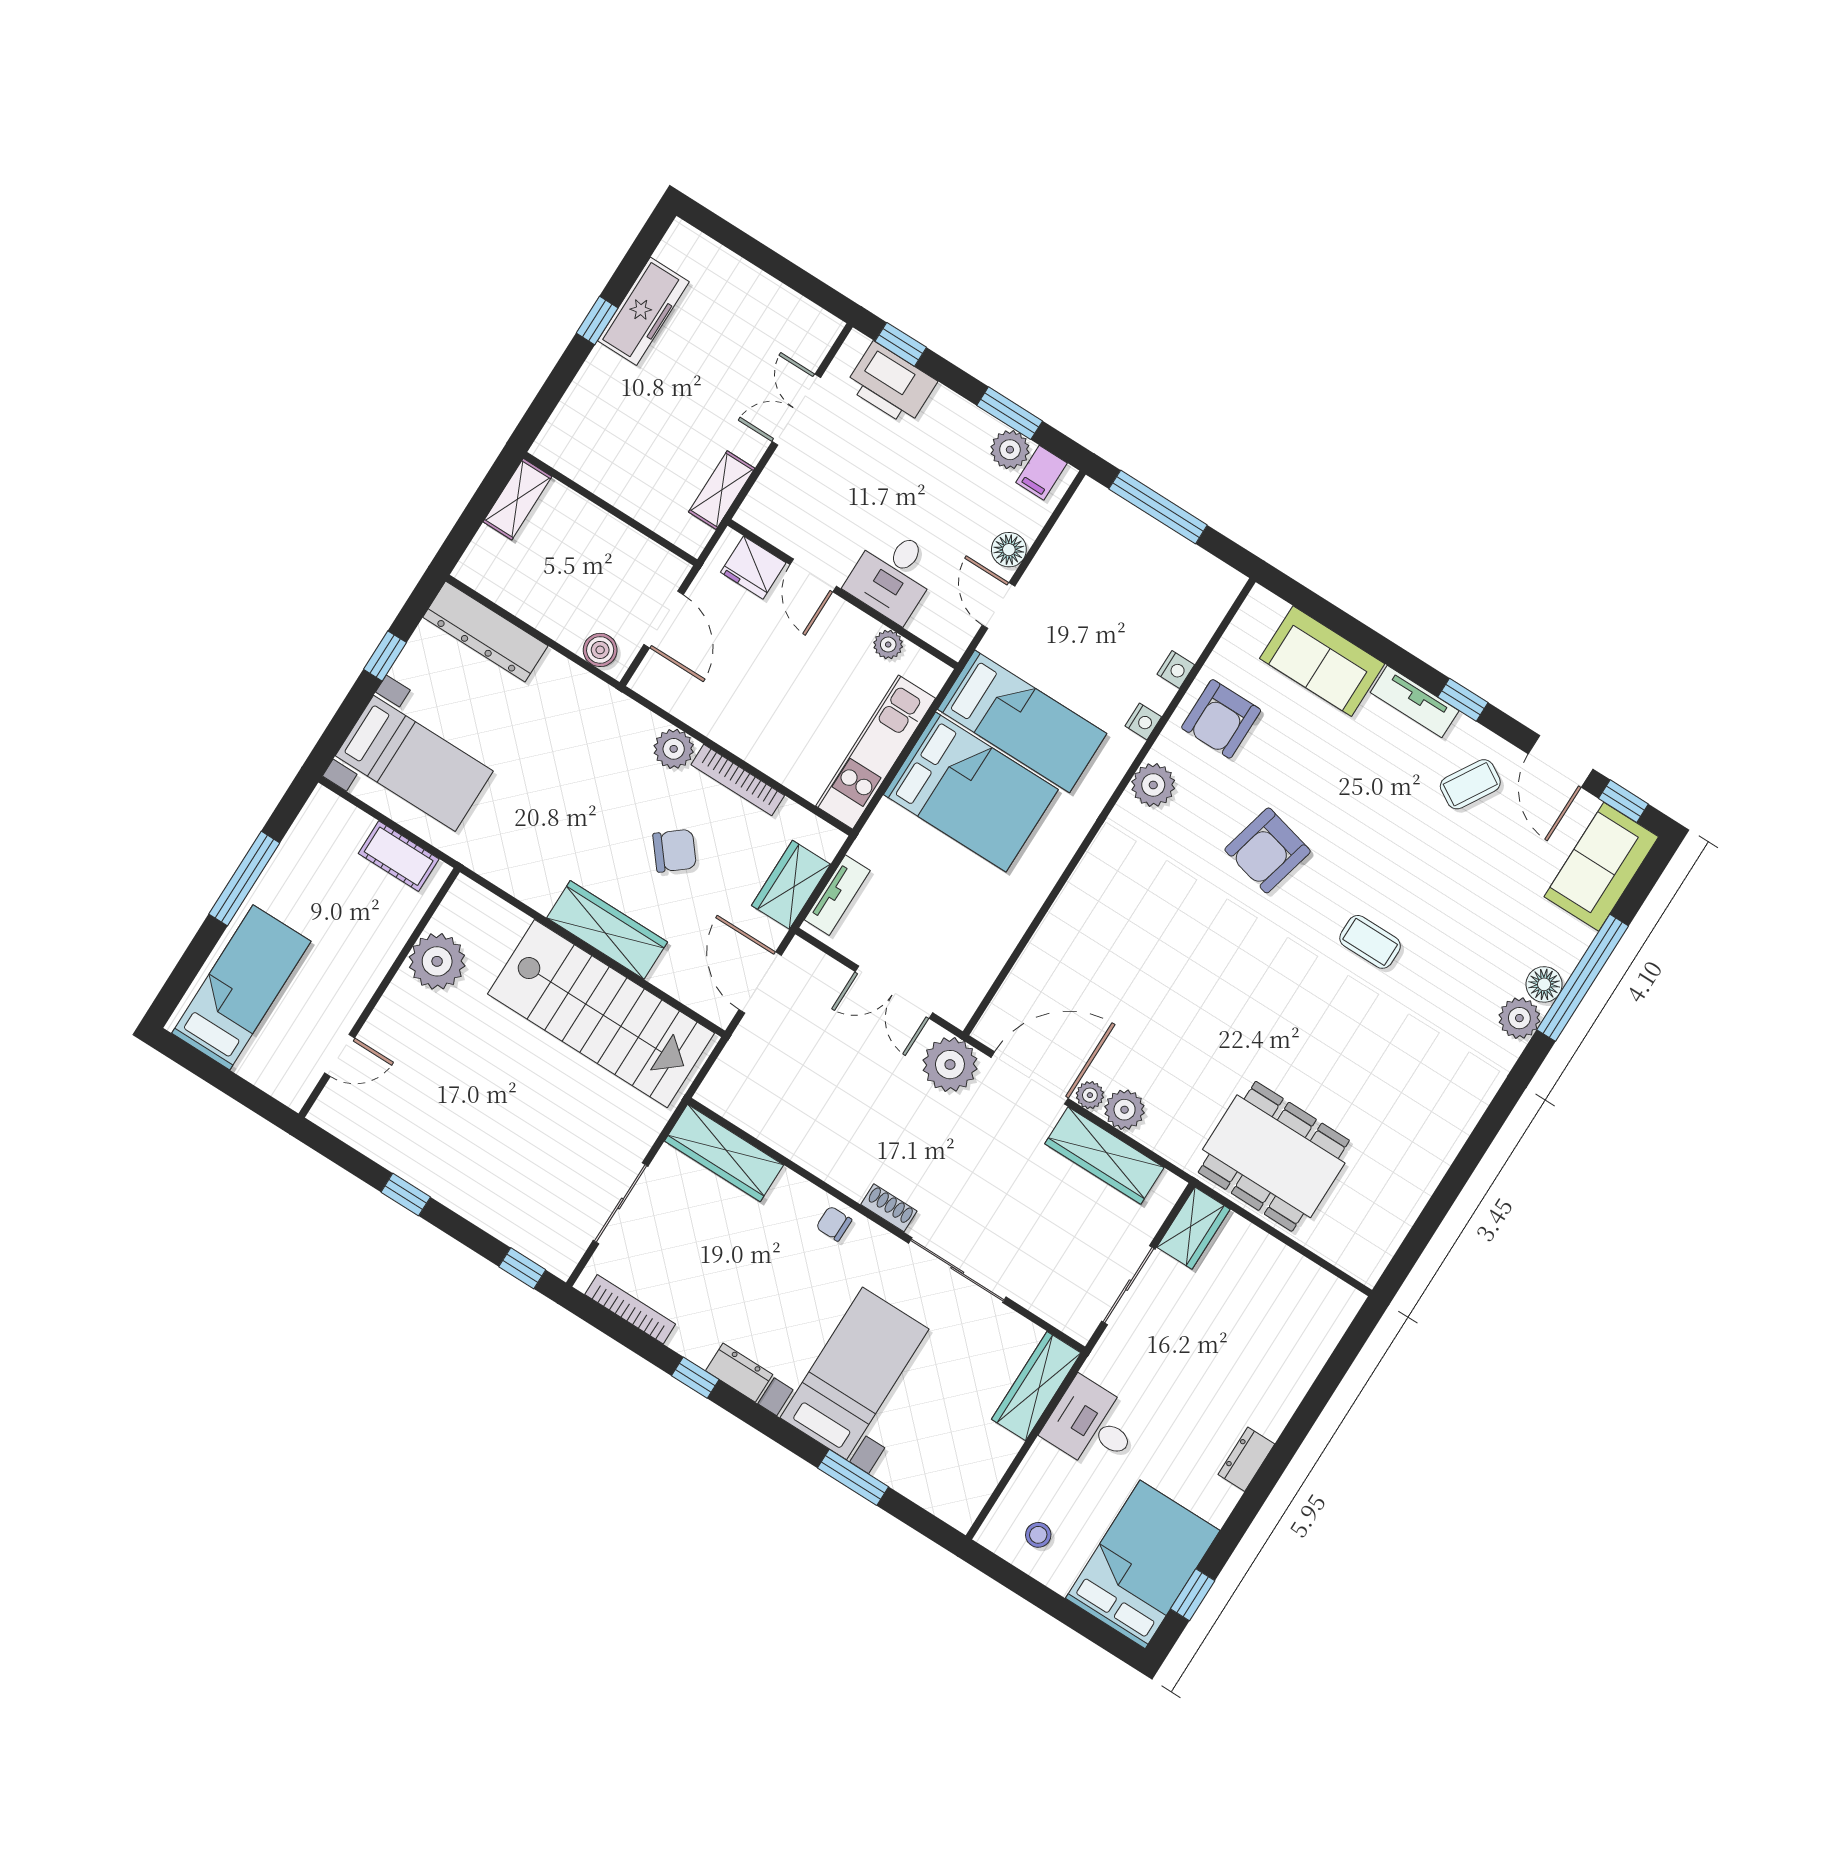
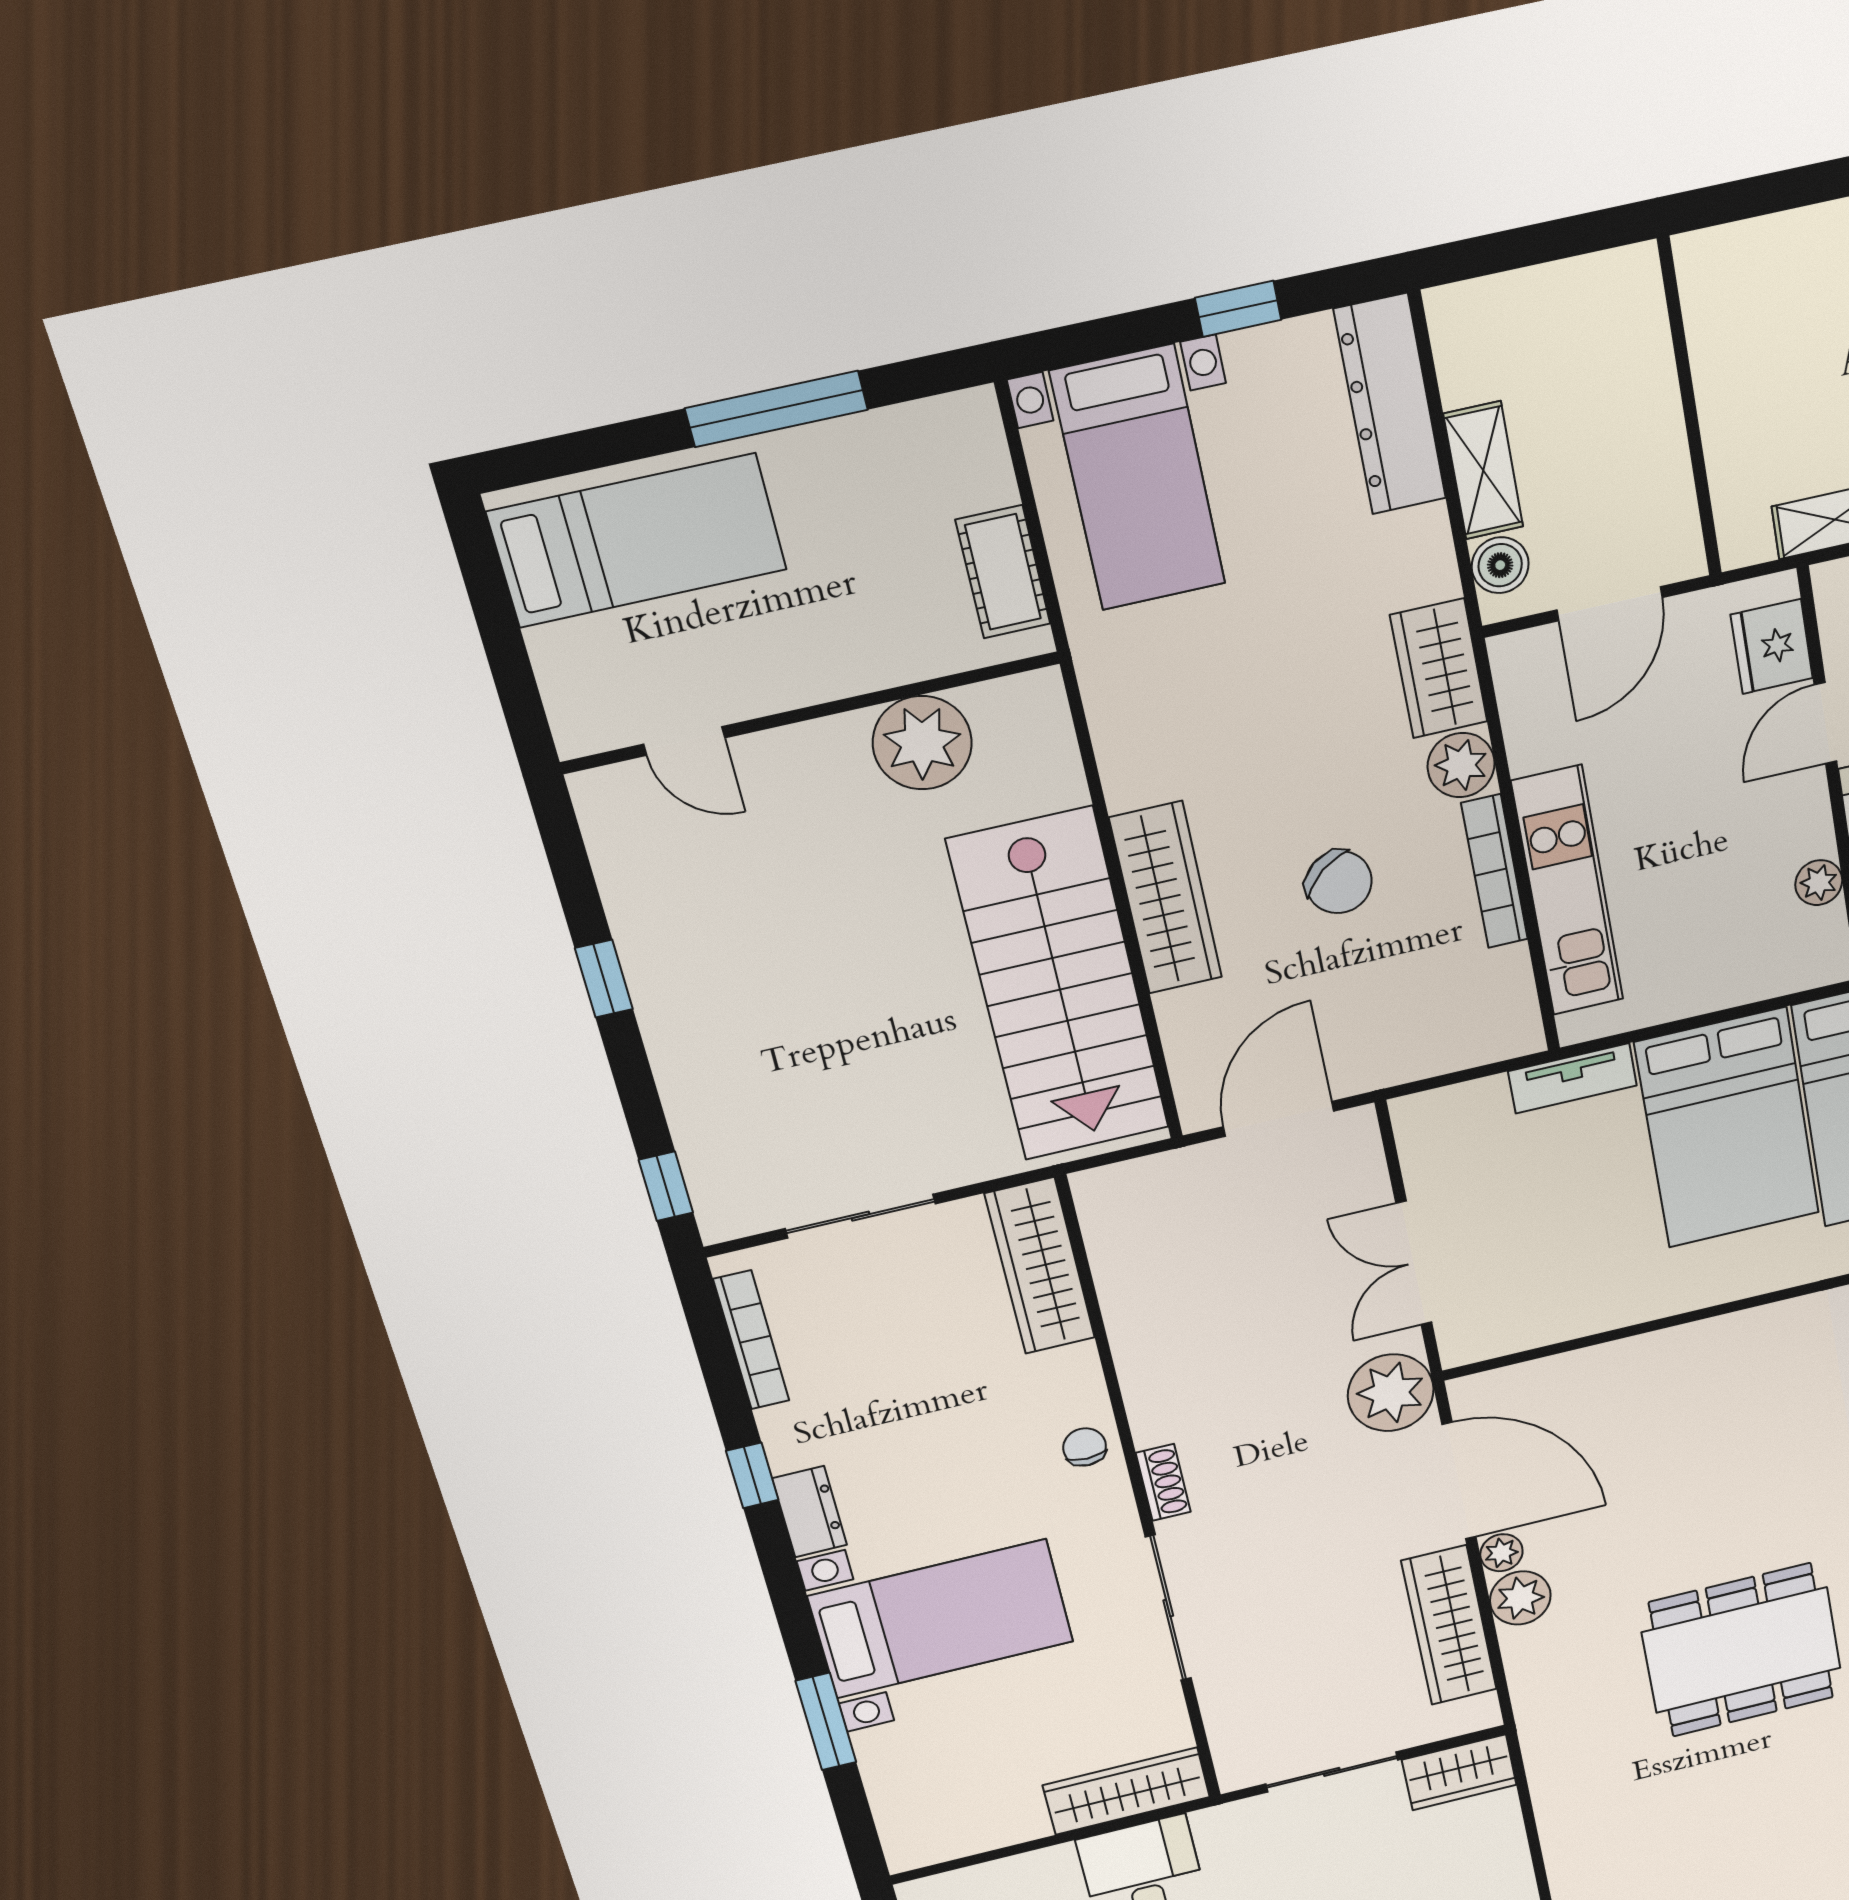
shelving: (517, 499) -> (1483, 470), moved, turned 90
kitchen unit: (876, 752) -> (1568, 891), moved, turned 90
wardrobe: (791, 885) -> (1439, 668), moved, turned -90
tv unit: (837, 895) -> (1572, 1078), moved
dining table: (1274, 1156) -> (1741, 1650), moved, turned 90

